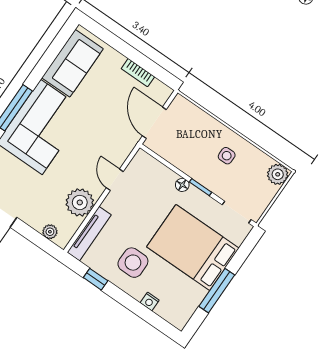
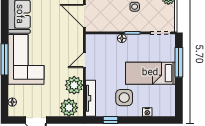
door: (115, 180) -> (84, 60), hinge flipped
plant: (50, 232) -> (69, 108), width x1.88, depth x1.88
bed: (193, 247) -> (150, 73), width x0.67
window: (217, 291) -> (179, 62), moved

